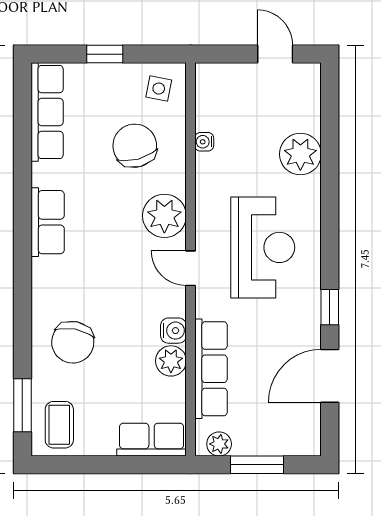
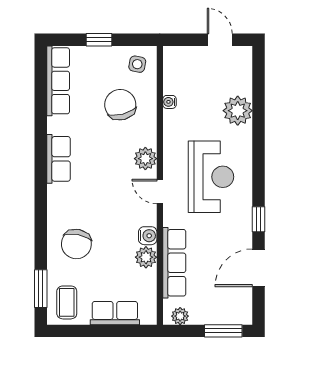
plant: (164, 216) -> (145, 159), width x0.73, depth x0.73
row of seats: (152, 440) -> (115, 313), moved
window: (257, 465) -> (223, 331), moved

